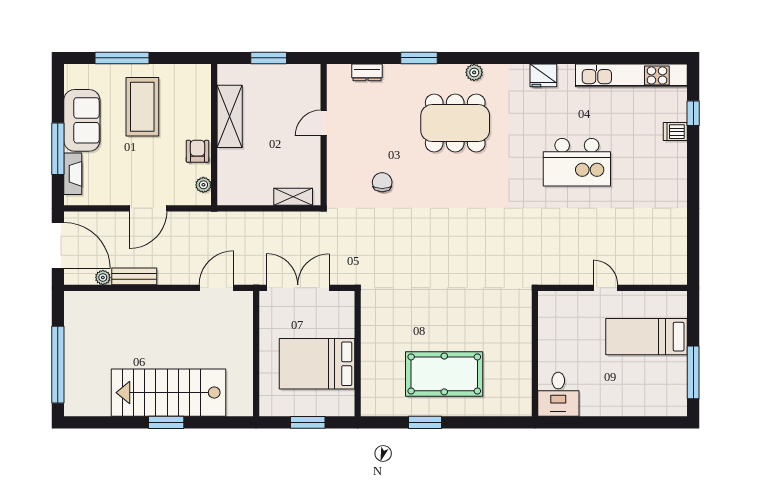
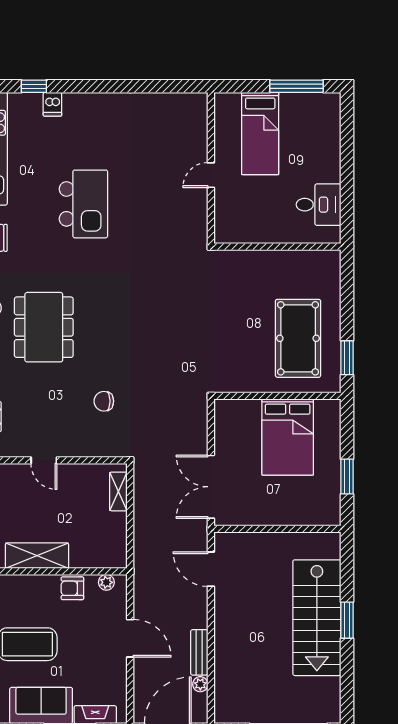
wall: (358, 354) -> (277, 396), moved
bed: (317, 364) -> (288, 437), moved
desk: (558, 394) -> (319, 205), moved

